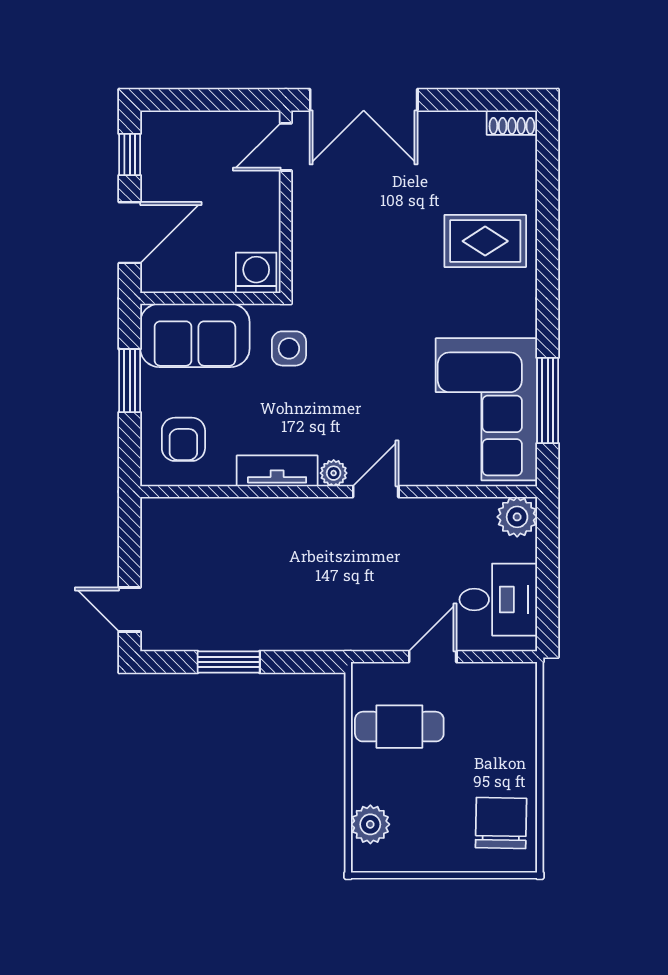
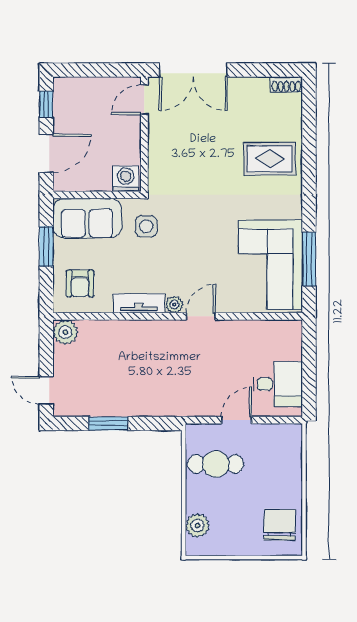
plant: (517, 517) -> (65, 332), moved

